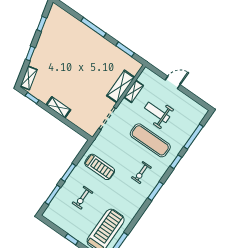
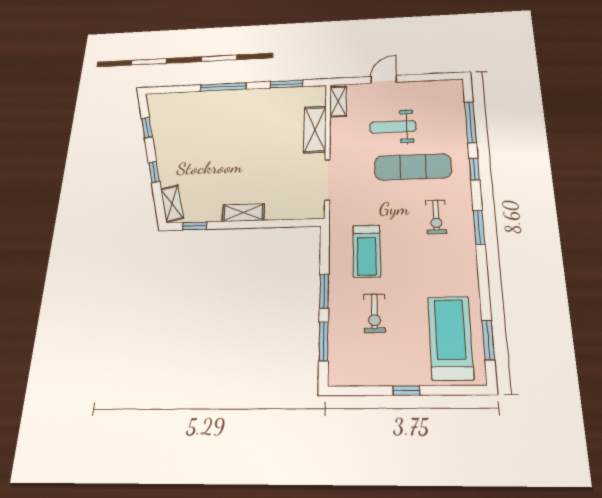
shelving: (134, 91) -> (338, 101), moved
treadmill: (100, 167) -> (367, 251), turned 90

